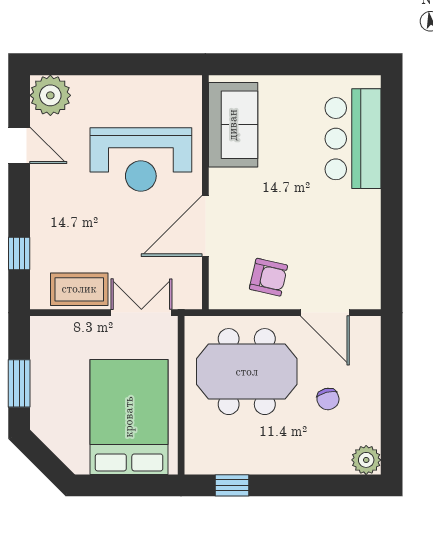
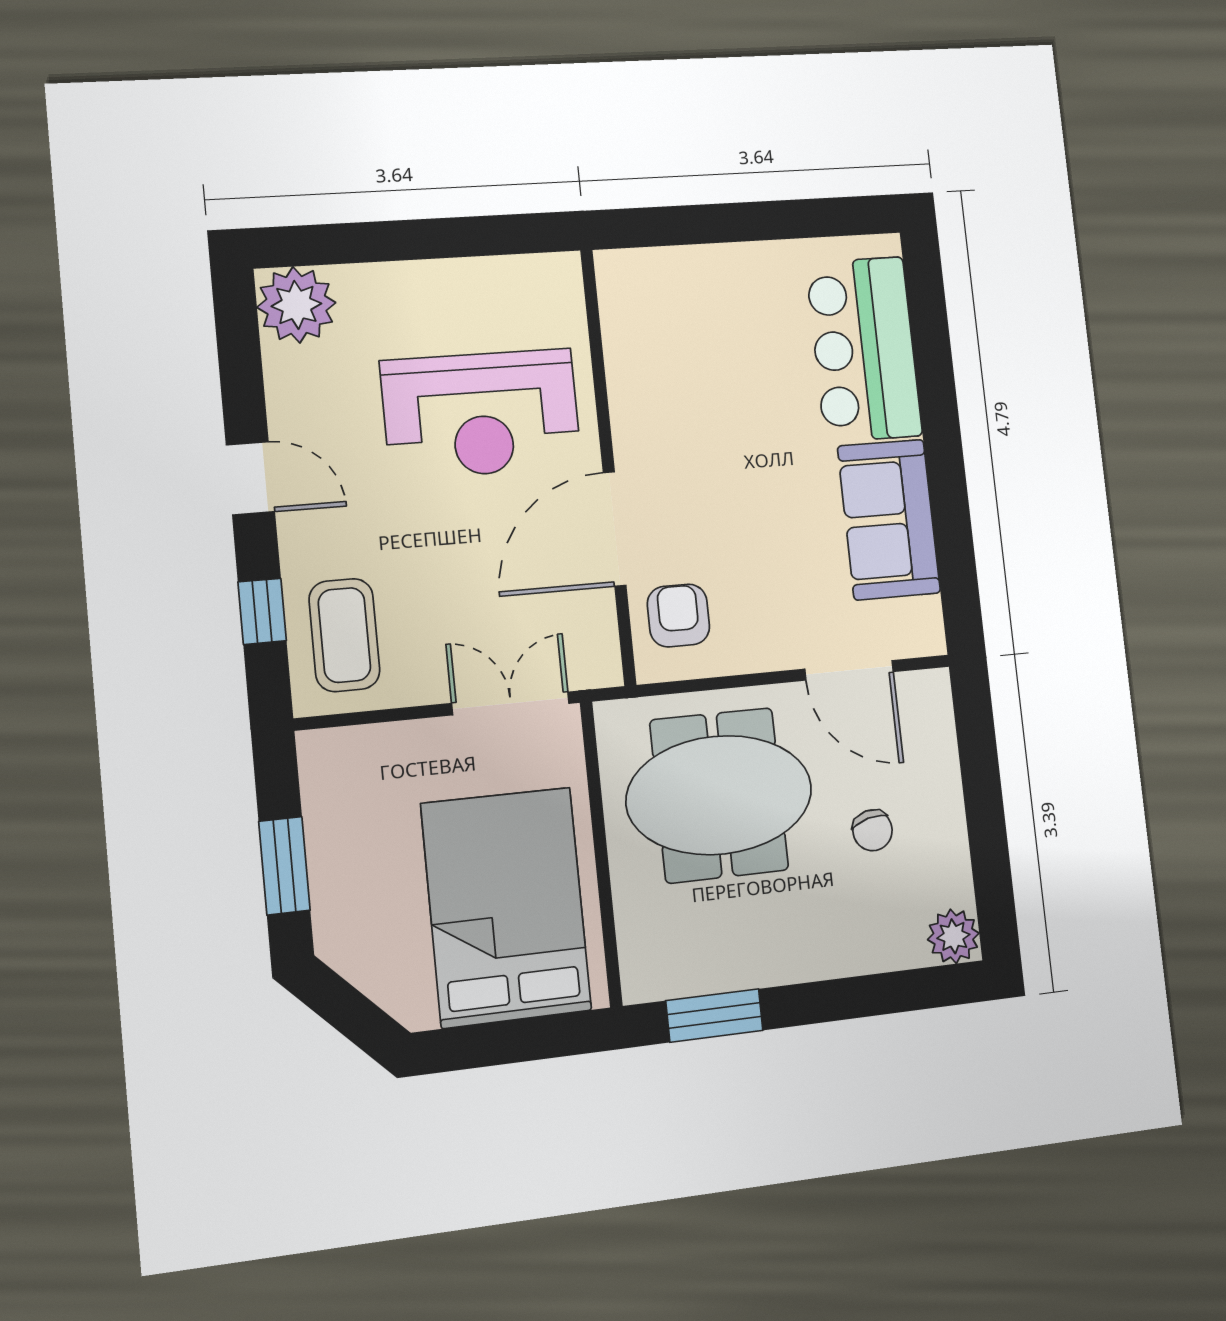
sofa: (233, 125) -> (889, 519), moved, turned 180
door: (19, 145) -> (250, 478), moved
armchair: (268, 277) -> (678, 616), moved, turned -103
coffee table: (79, 289) -> (344, 635), moved, turned 90
window: (232, 485) -> (714, 1015), width x1.50

